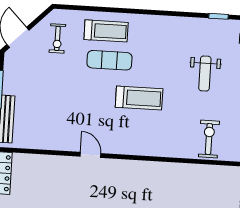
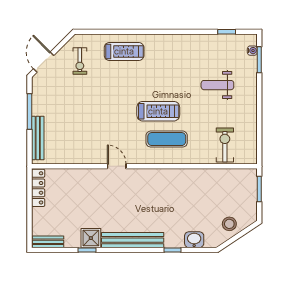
exercise mat: (109, 60) -> (167, 139), moved
weight bench: (205, 74) -> (217, 85), turned 90

